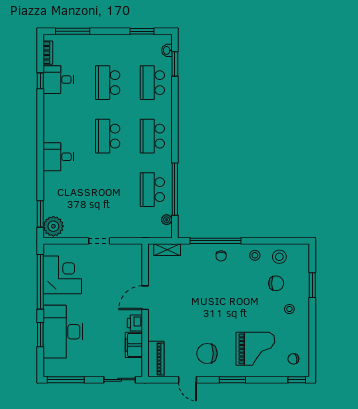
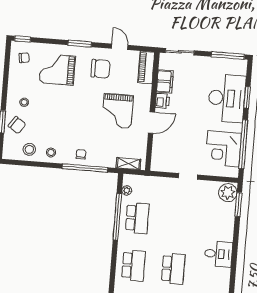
chair: (276, 283) -> (17, 125), moved, turned -145
grand piano: (184, 308) -> (118, 111), added

